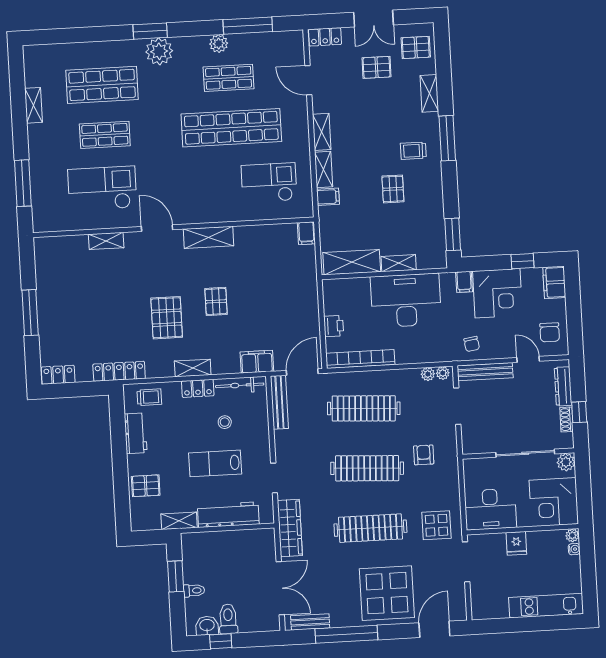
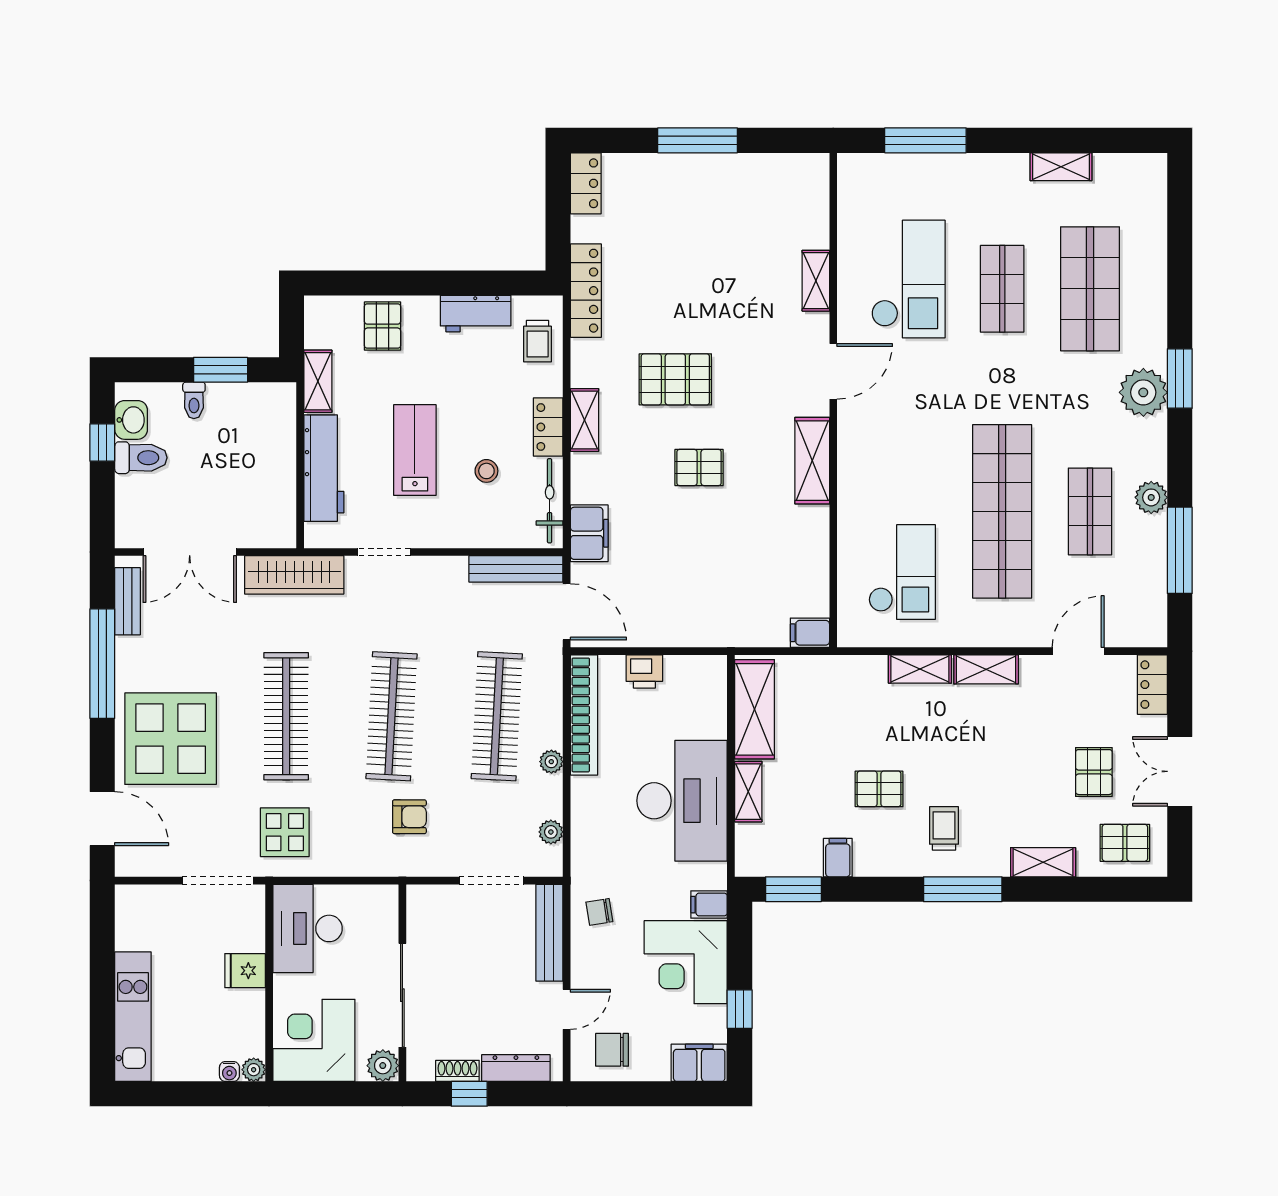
pallet: (416, 47) -> (1125, 843), turned 90
filing cabinet: (328, 197) -> (838, 858), moved, turned 180
plant: (443, 373) -> (551, 762), moved

